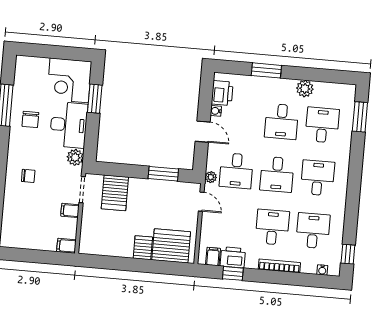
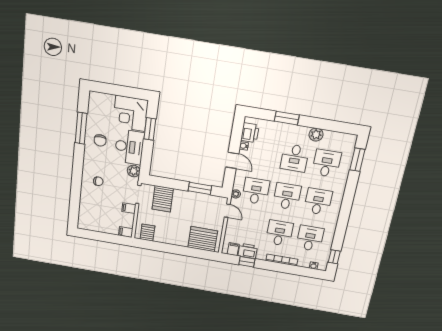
desk: (236, 171) -> (256, 191), turned 180
desk: (277, 174) -> (287, 196), turned 180
server rack: (143, 248) -> (147, 233), moved

